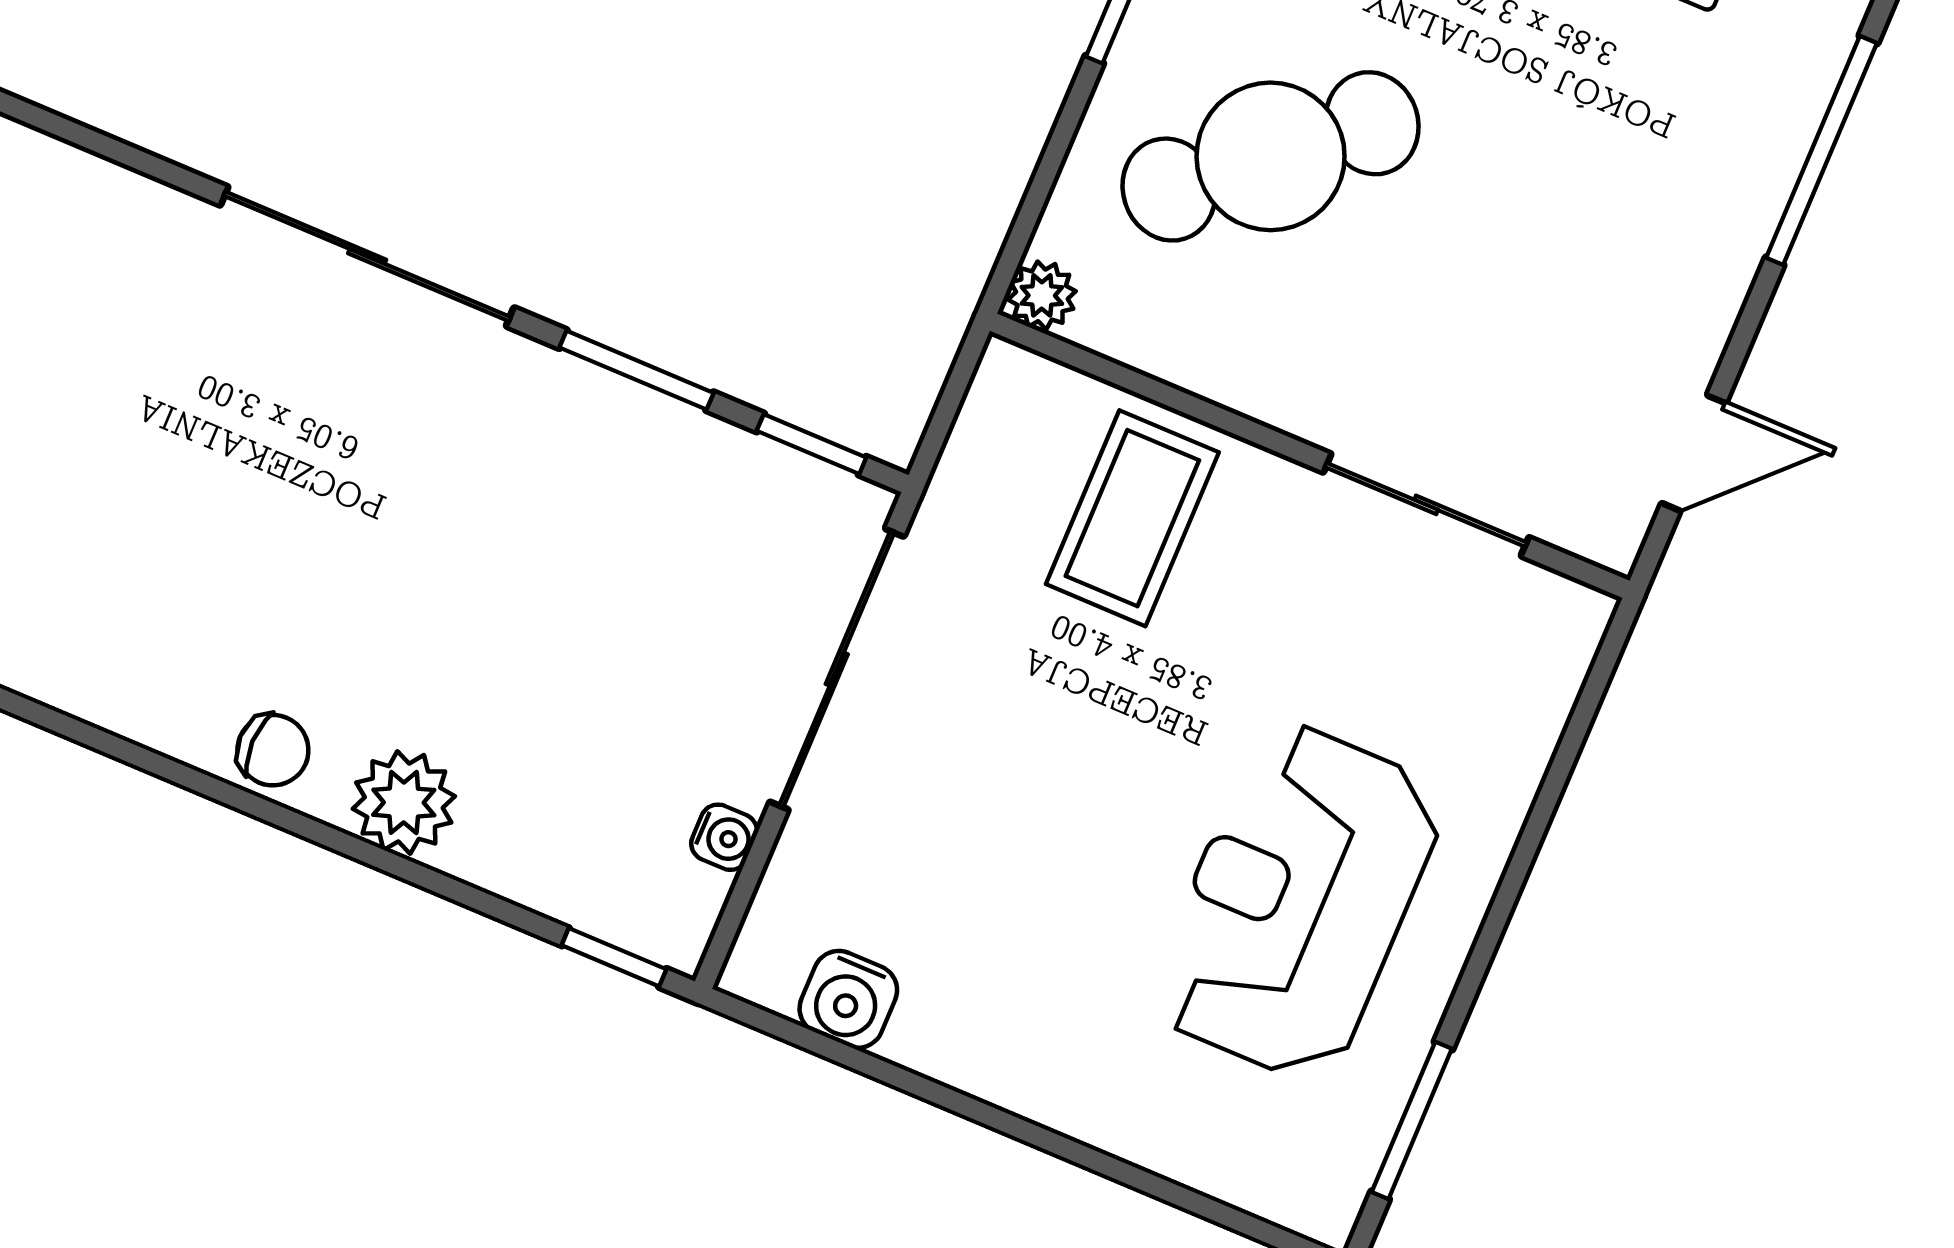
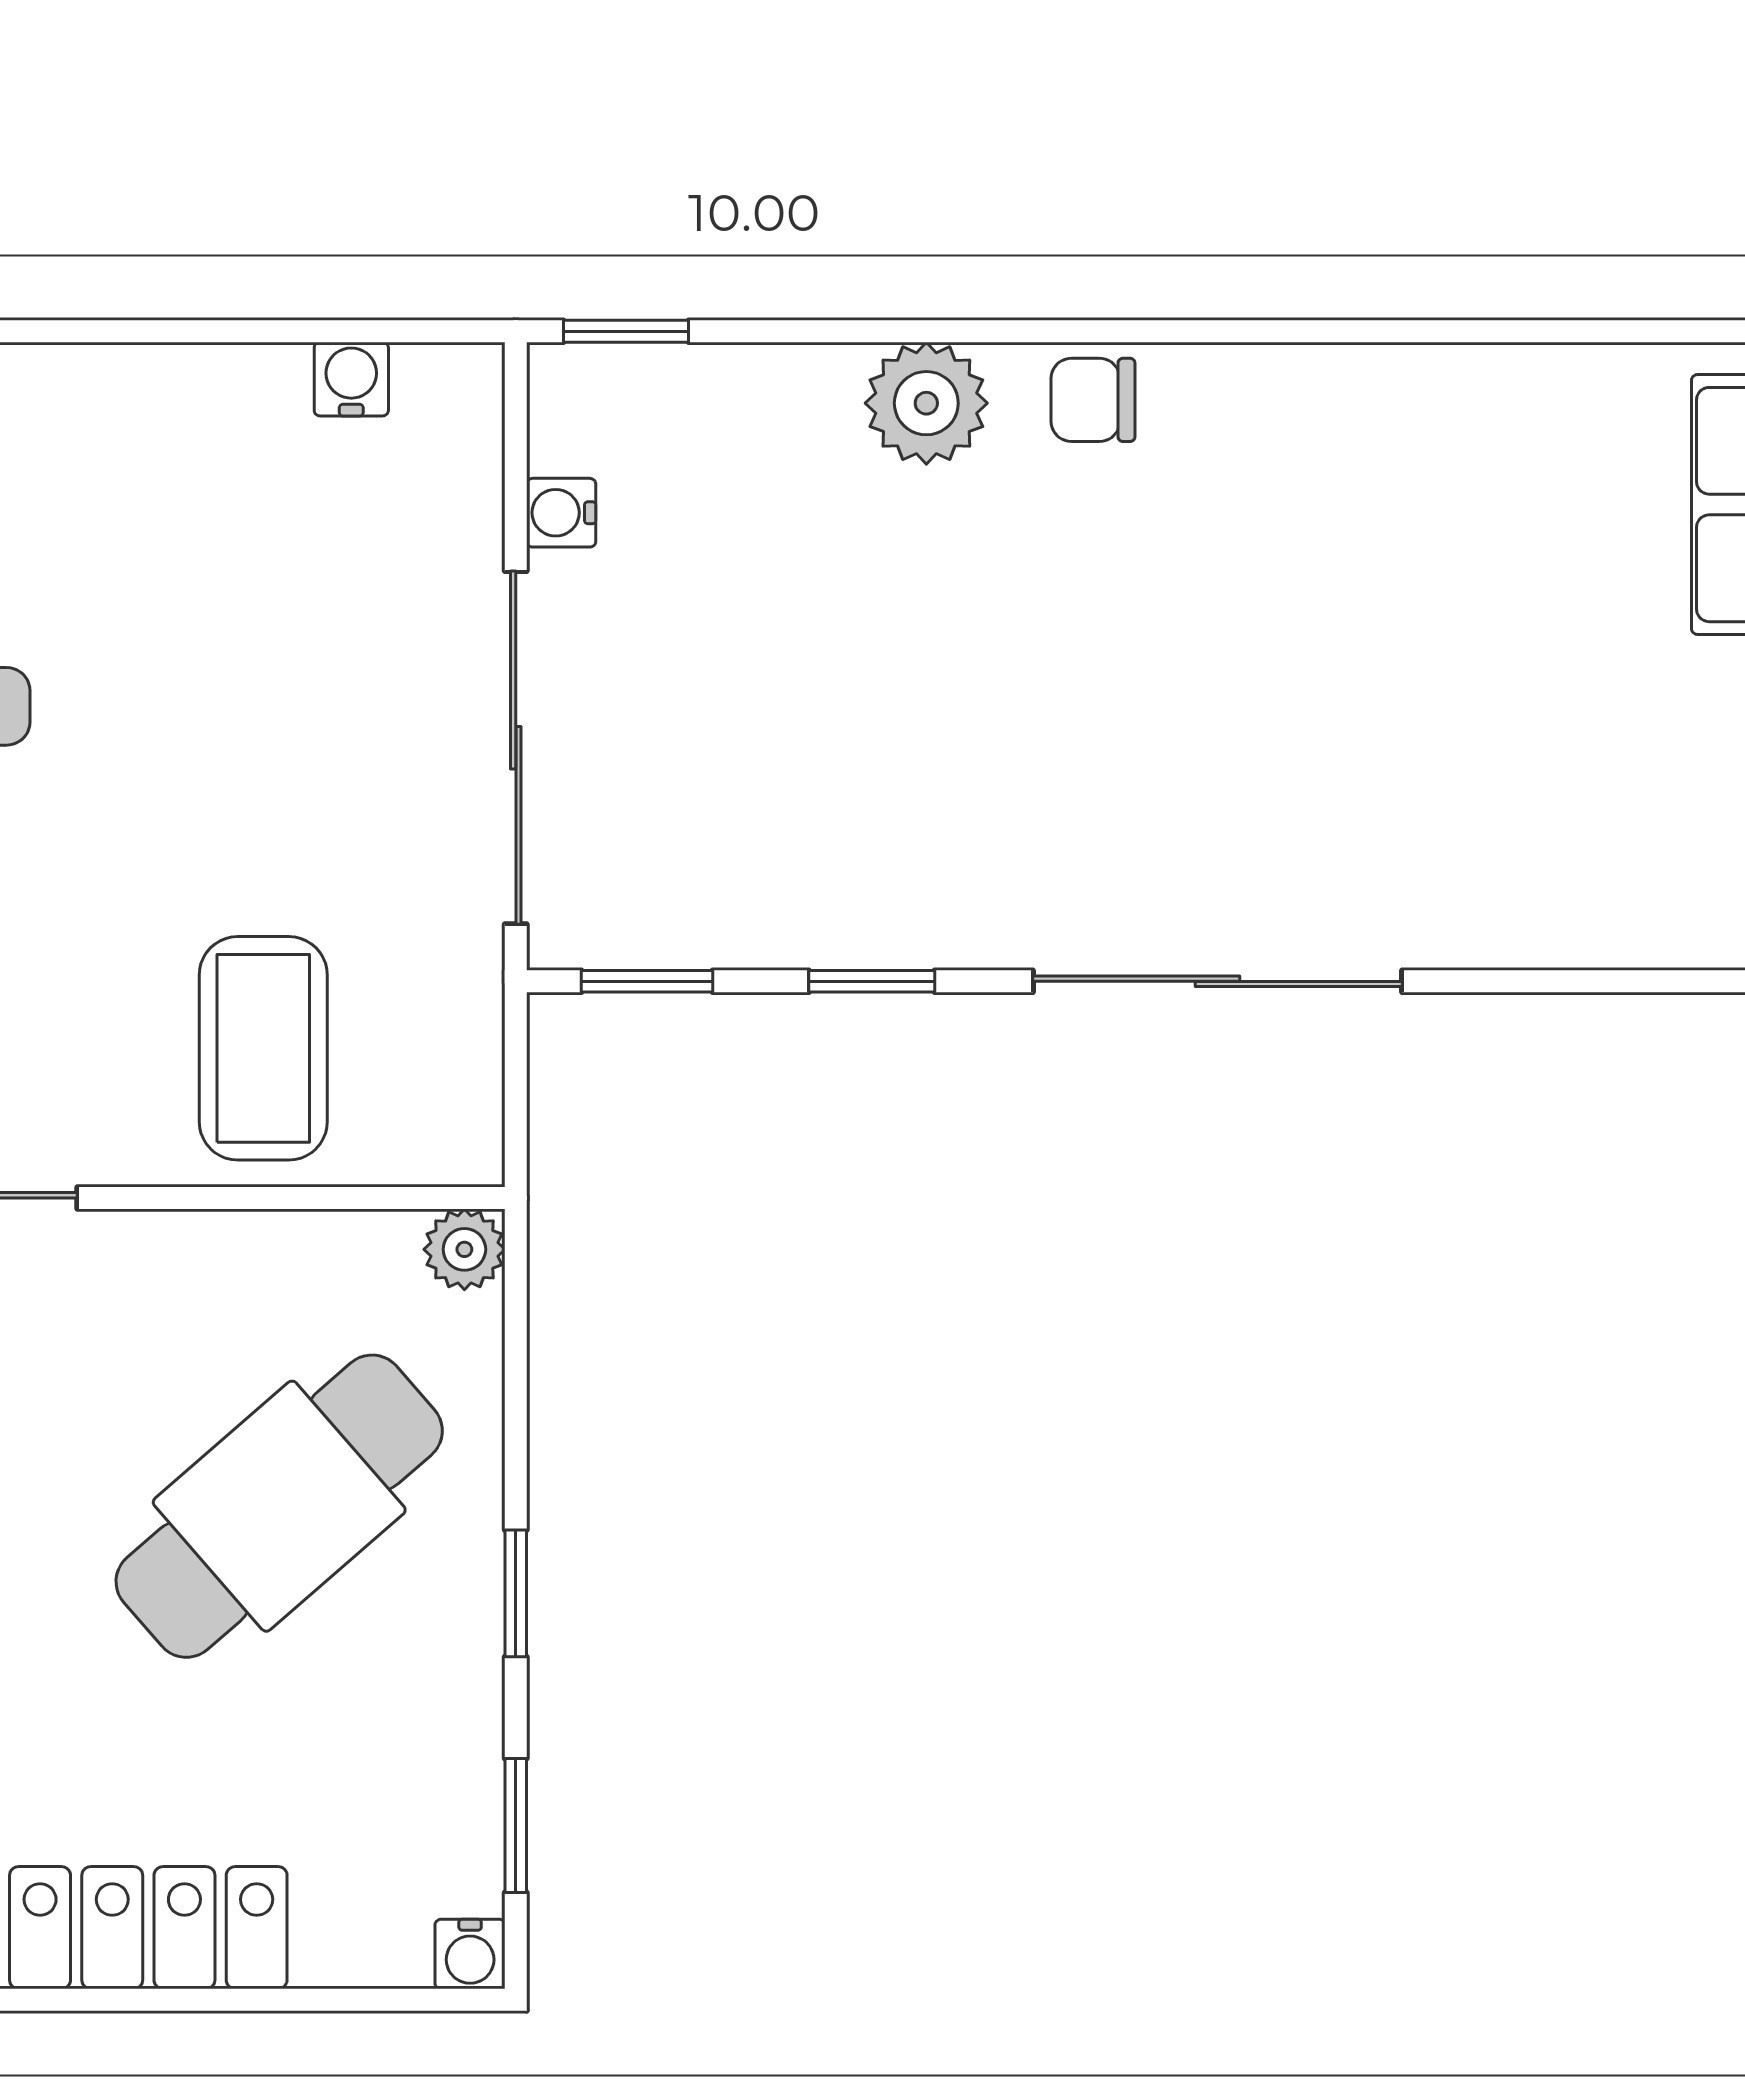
window: (636, 370) -> (872, 981), width x0.67
water cooler: (848, 999) -> (351, 379), width x0.72, depth x0.72

